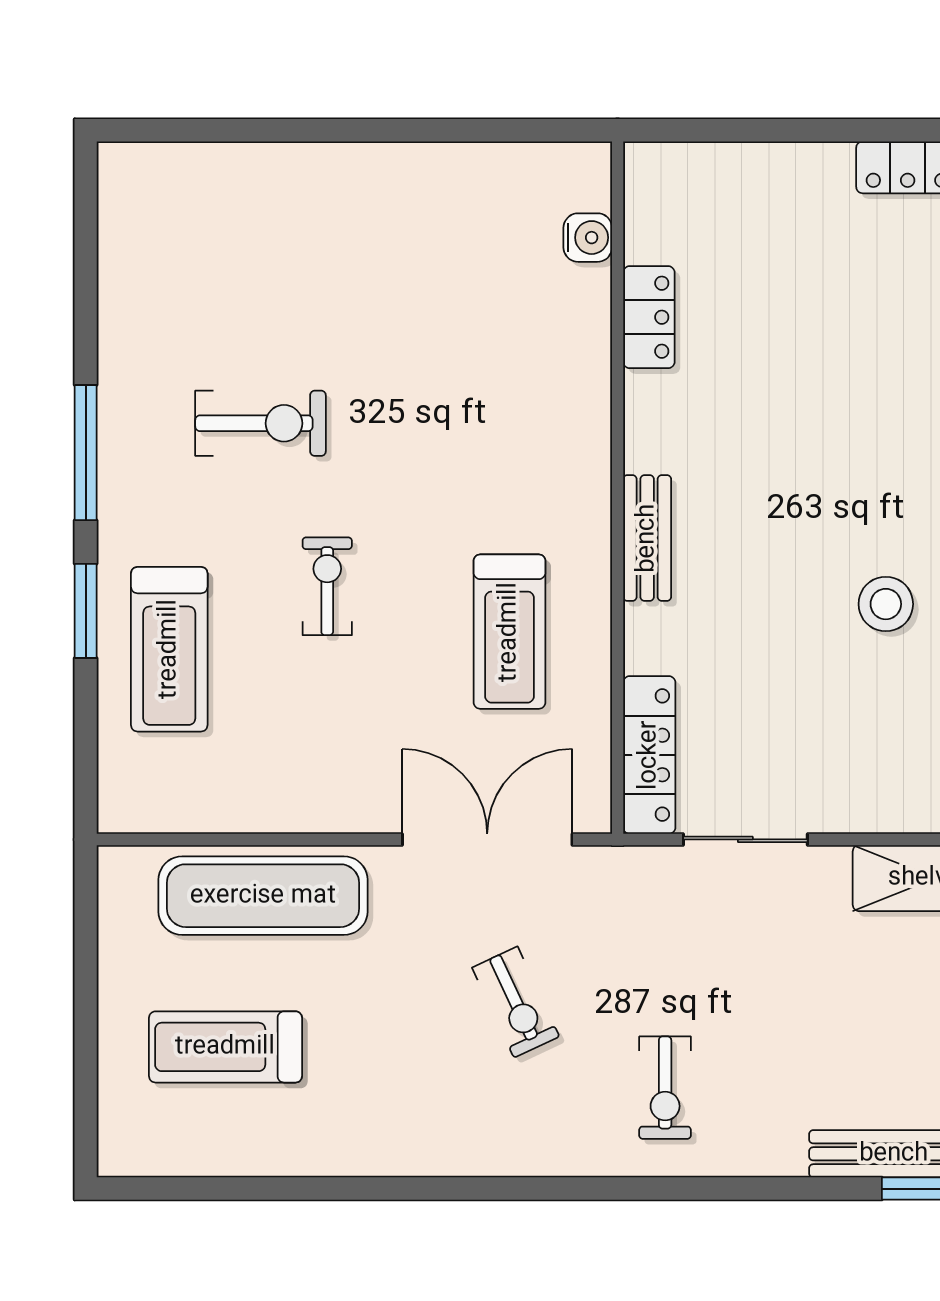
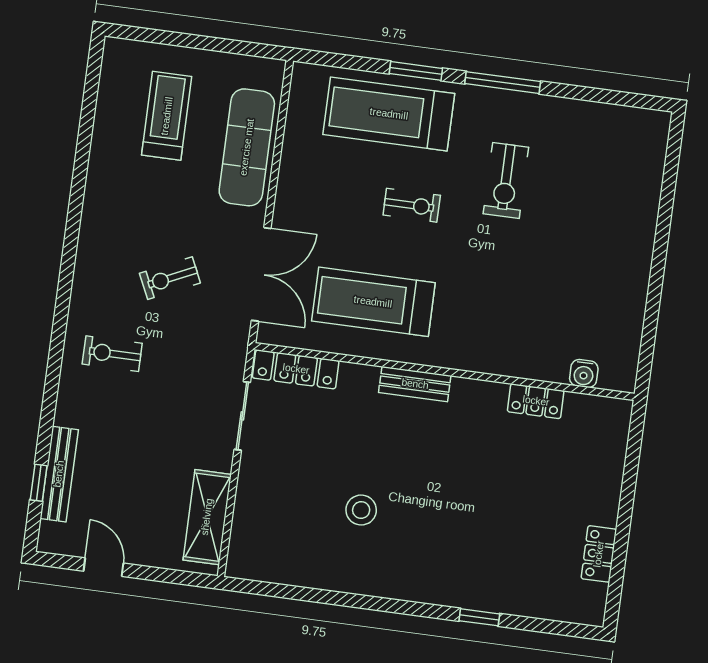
treadmill: (509, 632) -> (373, 302), width x1.37, depth x1.38
treadmill: (169, 649) -> (389, 114), width x1.37, depth x1.38

